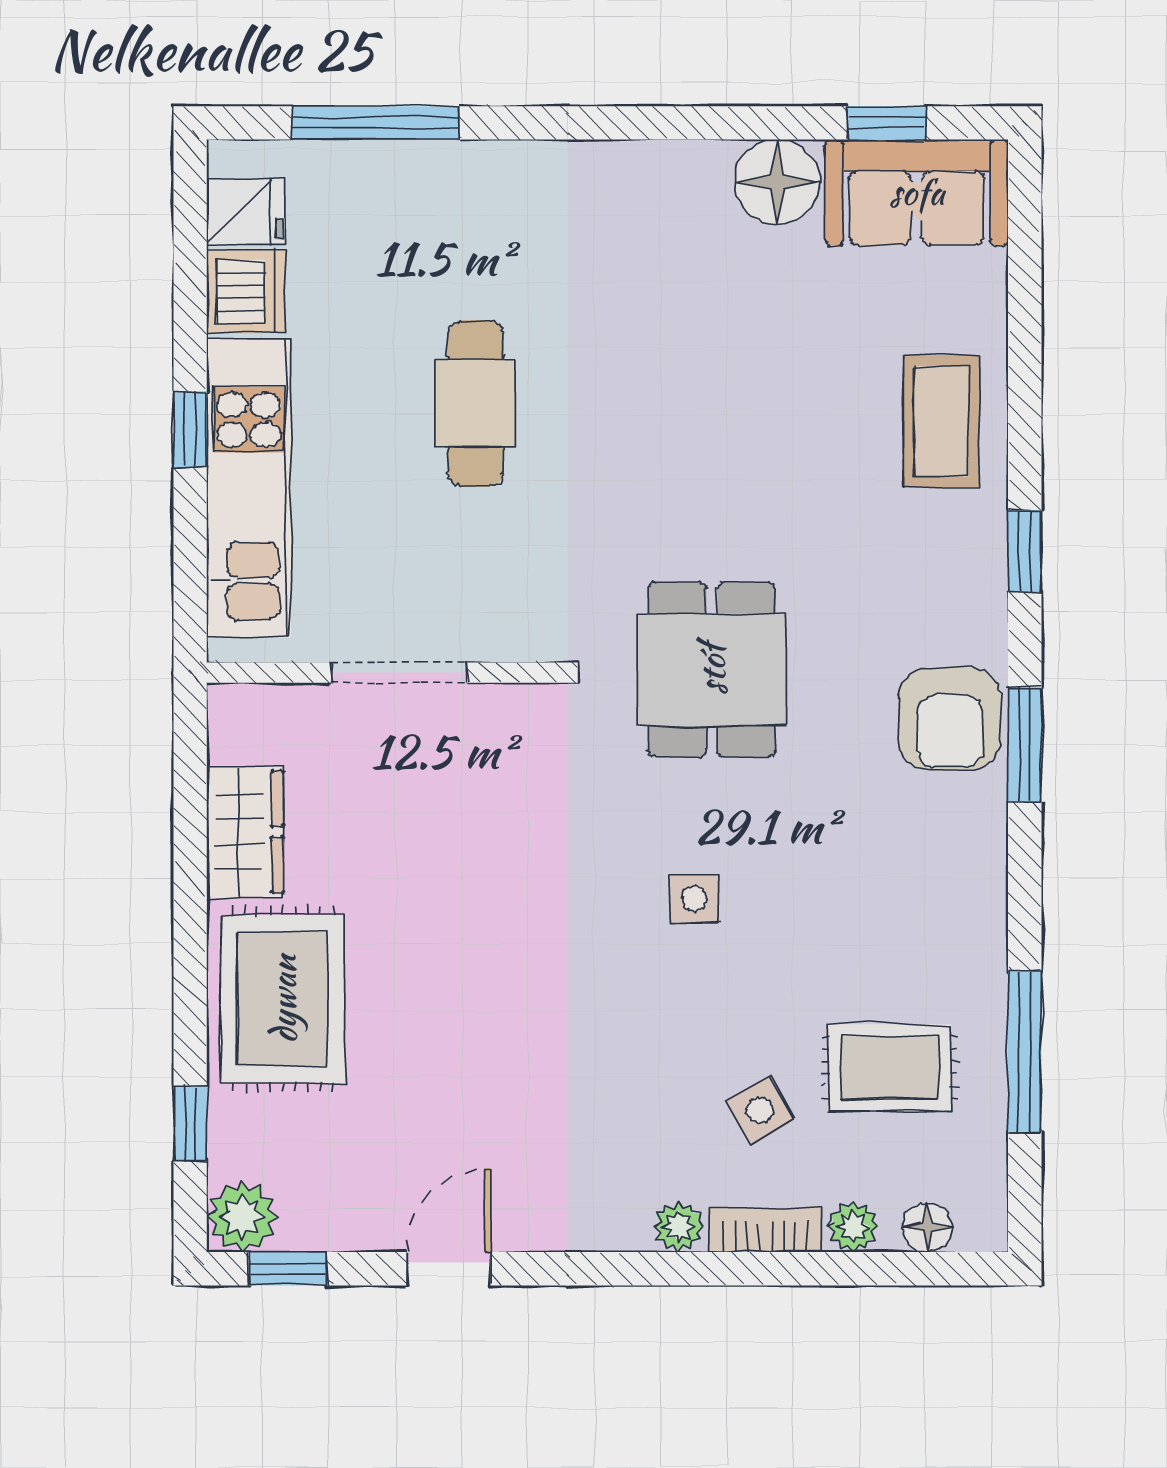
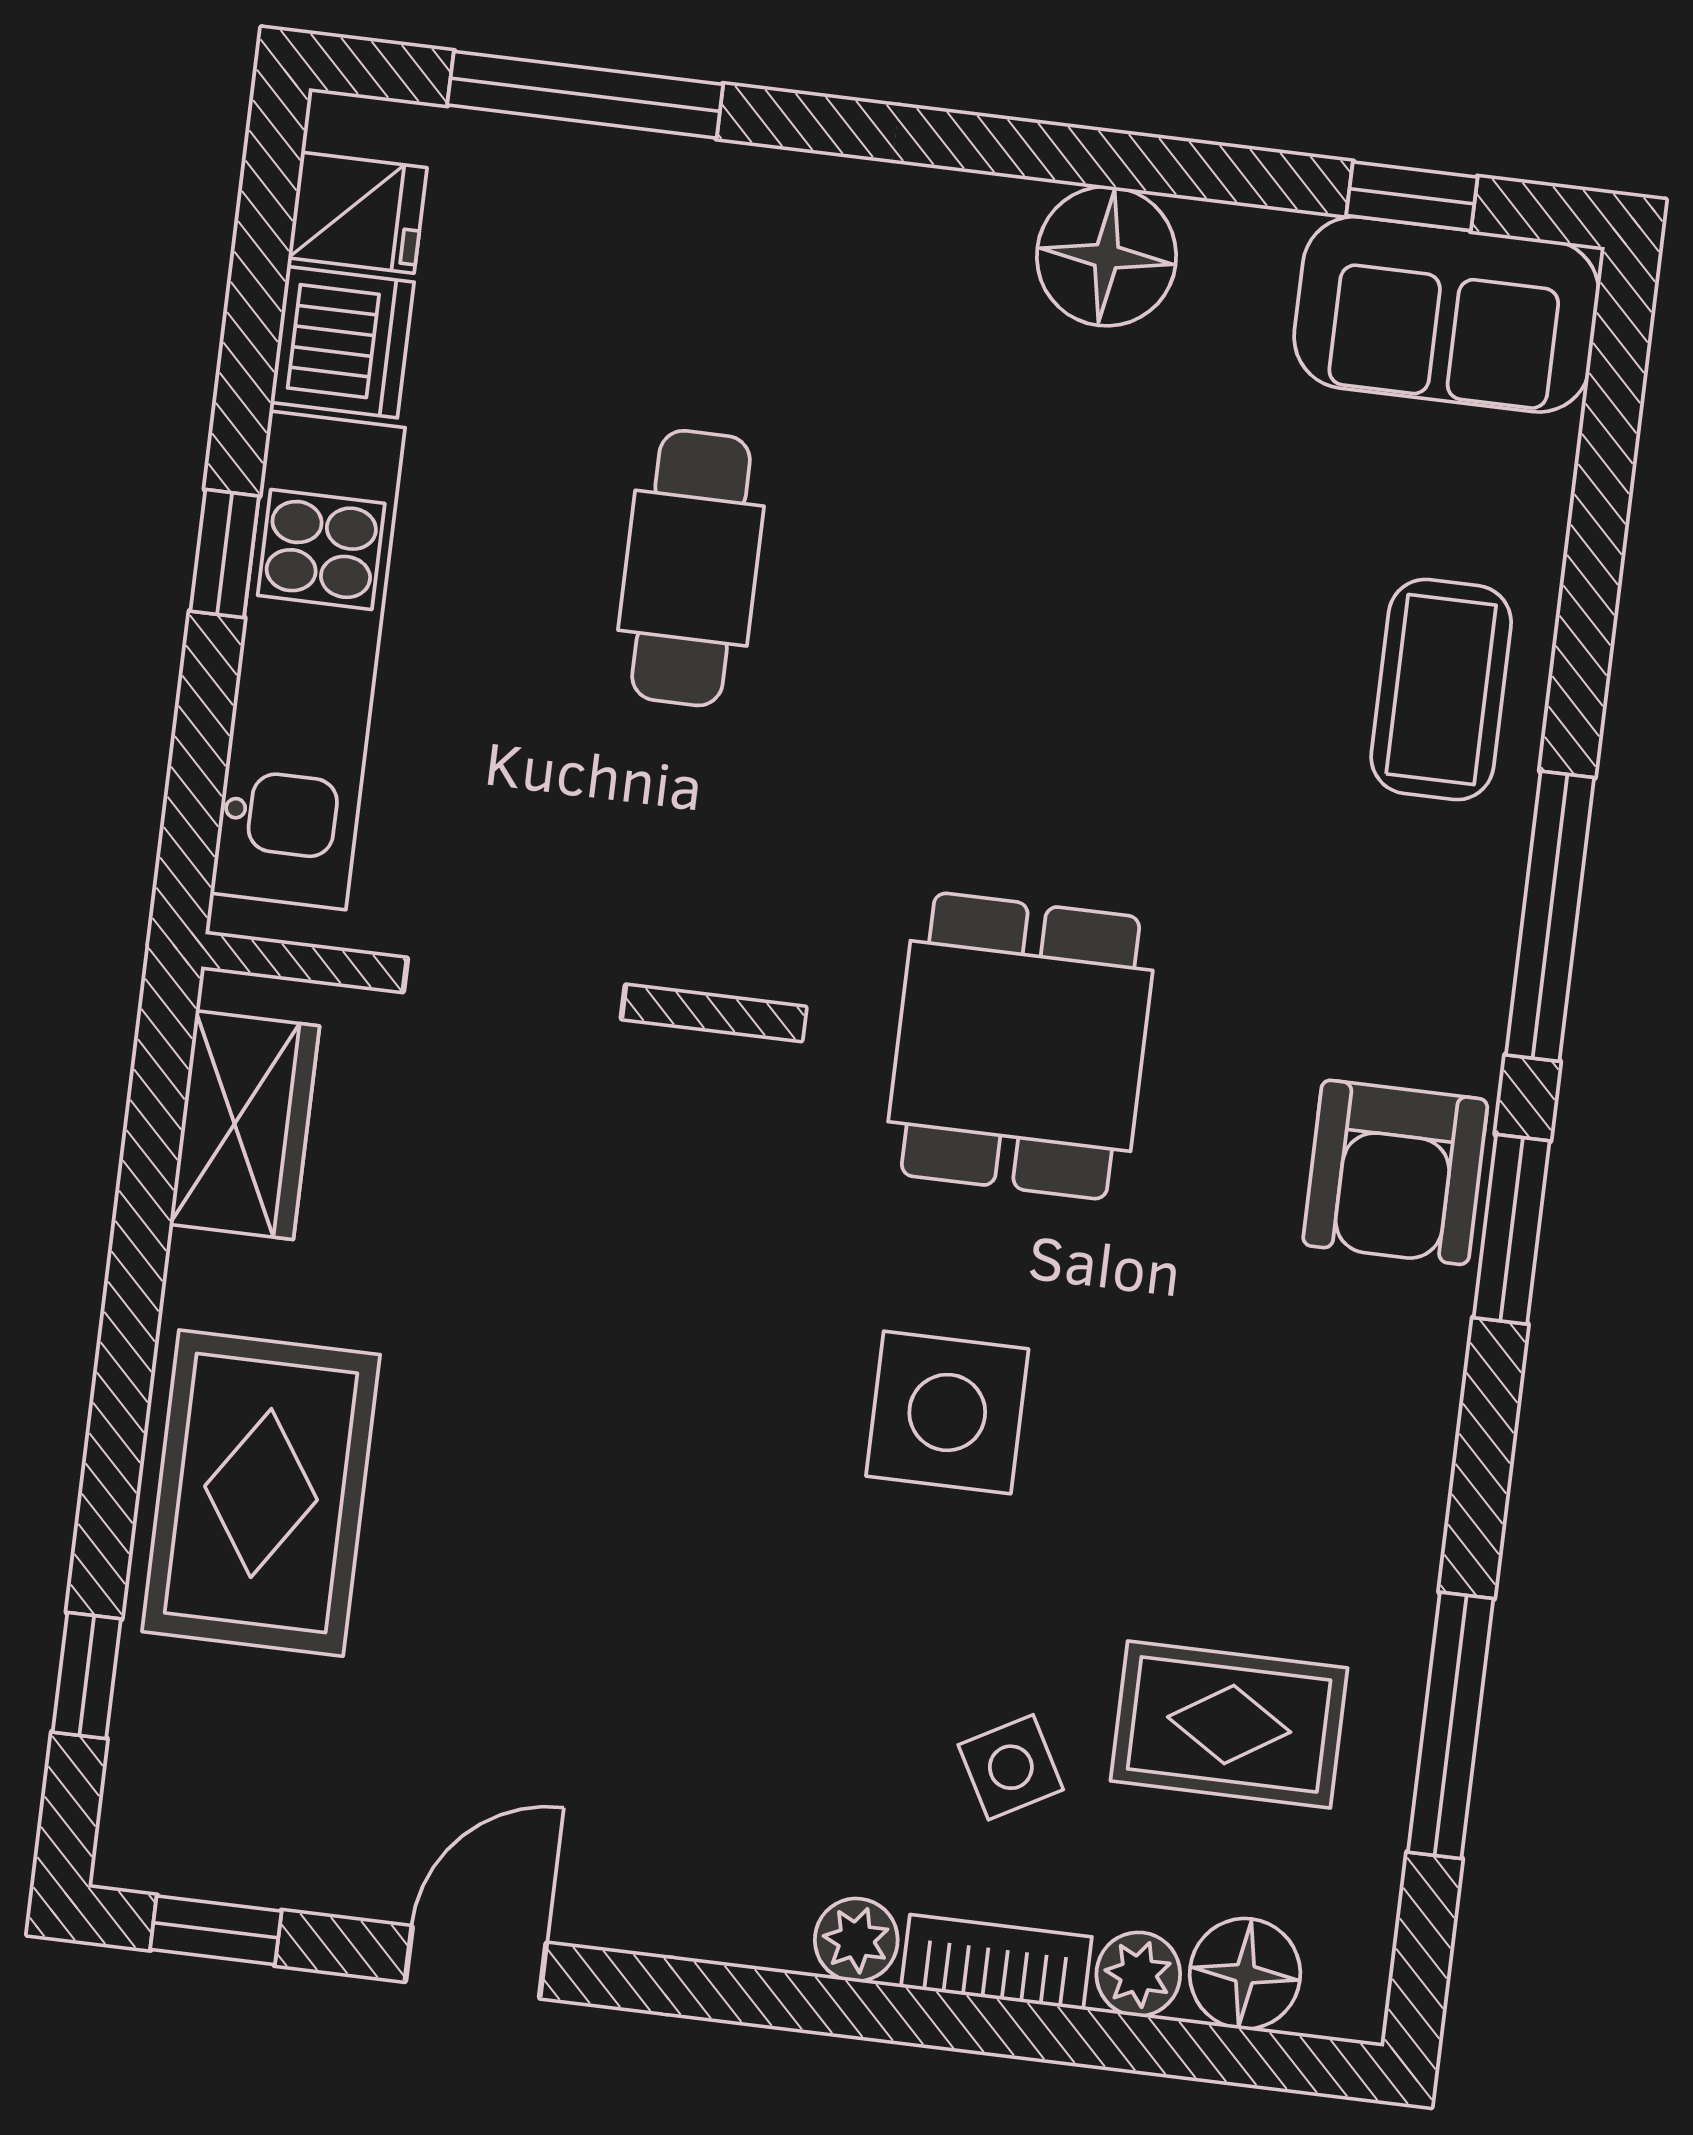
floor lamp: (777, 182) -> (1107, 256), moved
window: (1025, 551) -> (1550, 916), width x2.17
wardrobe: (245, 832) -> (244, 1125), moved
side table: (695, 899) -> (947, 1412), width x1.87, depth x1.87
plant: (242, 1217) -> (153, 1837), removed
floor lamp: (927, 1227) -> (1245, 1974), width x1.37, depth x1.37

